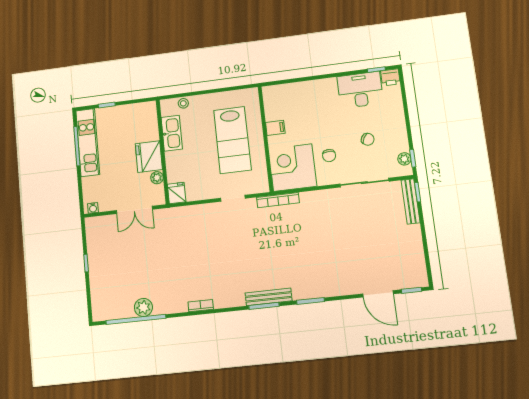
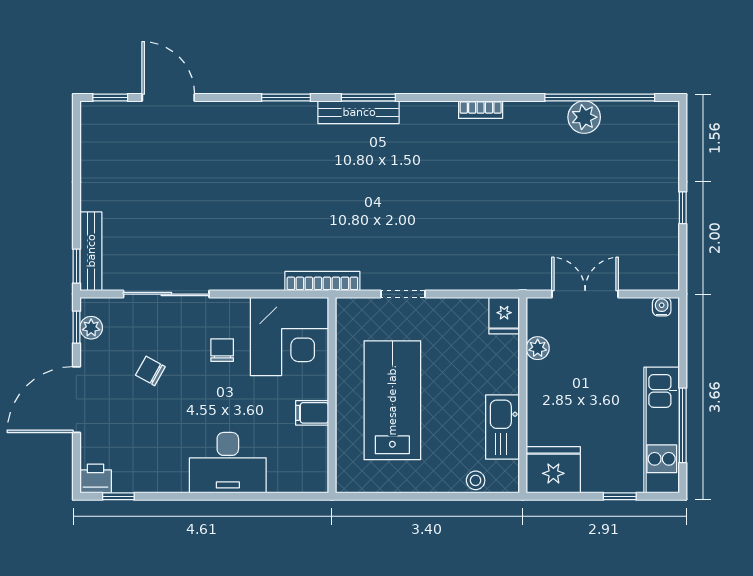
desk: (360, 90) -> (228, 463), moved
door: (407, 118) -> (76, 400), added
fridge: (149, 157) -> (553, 470), moved, turned -90

